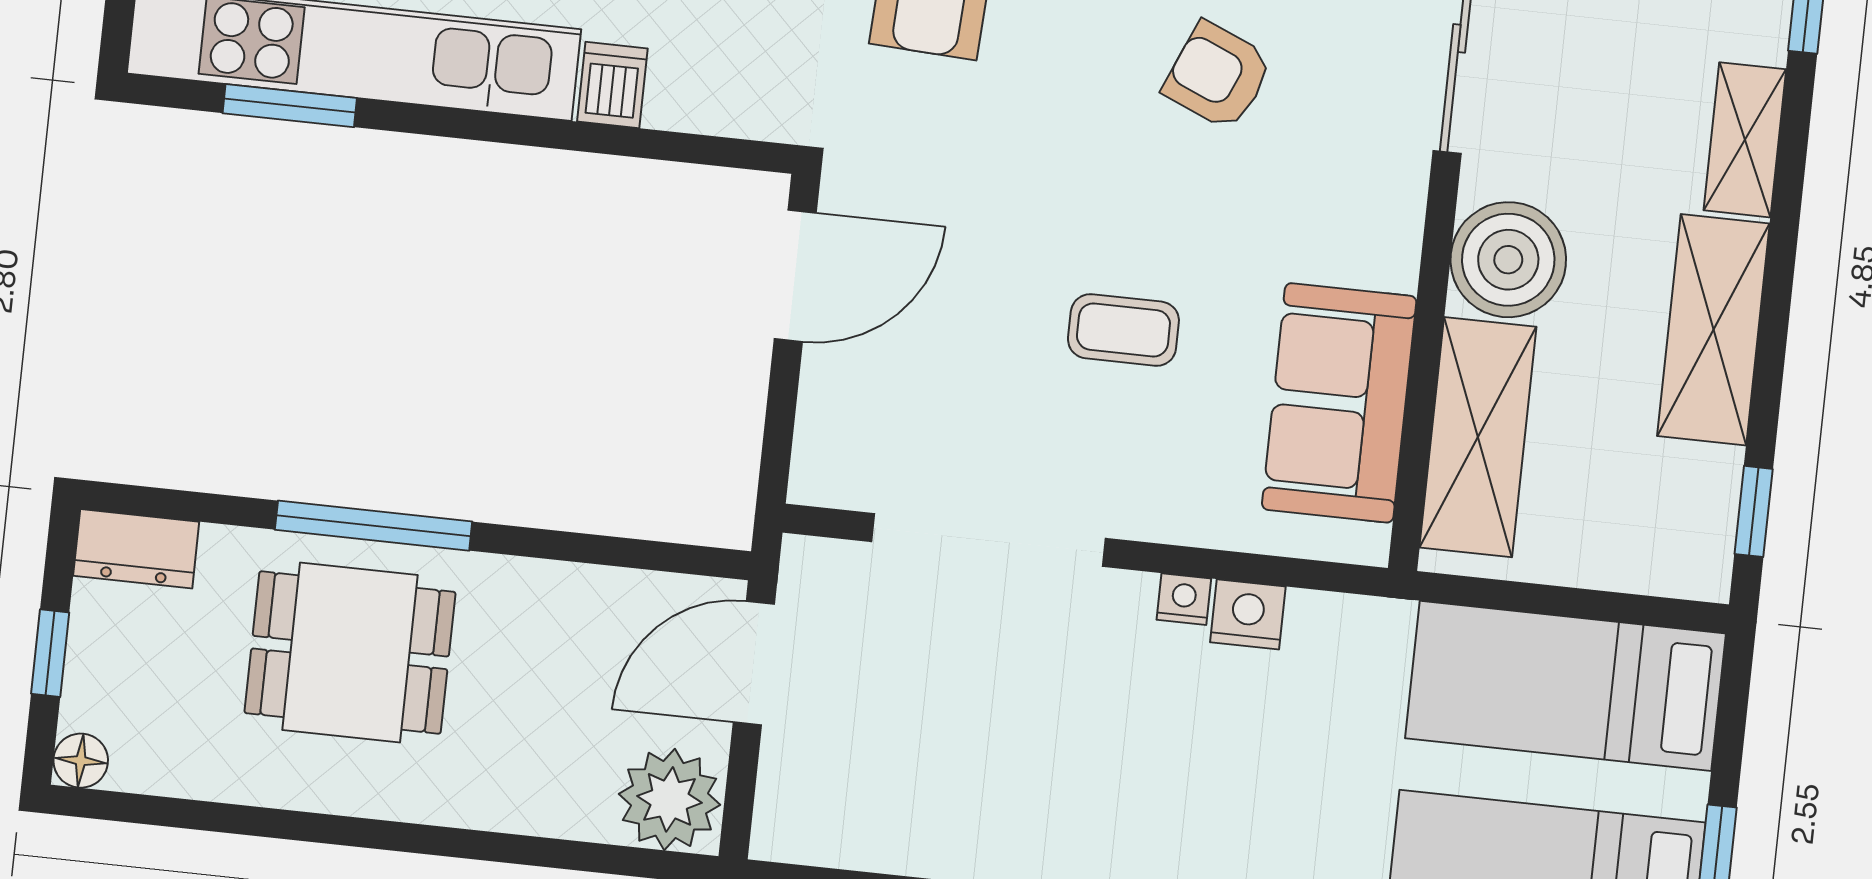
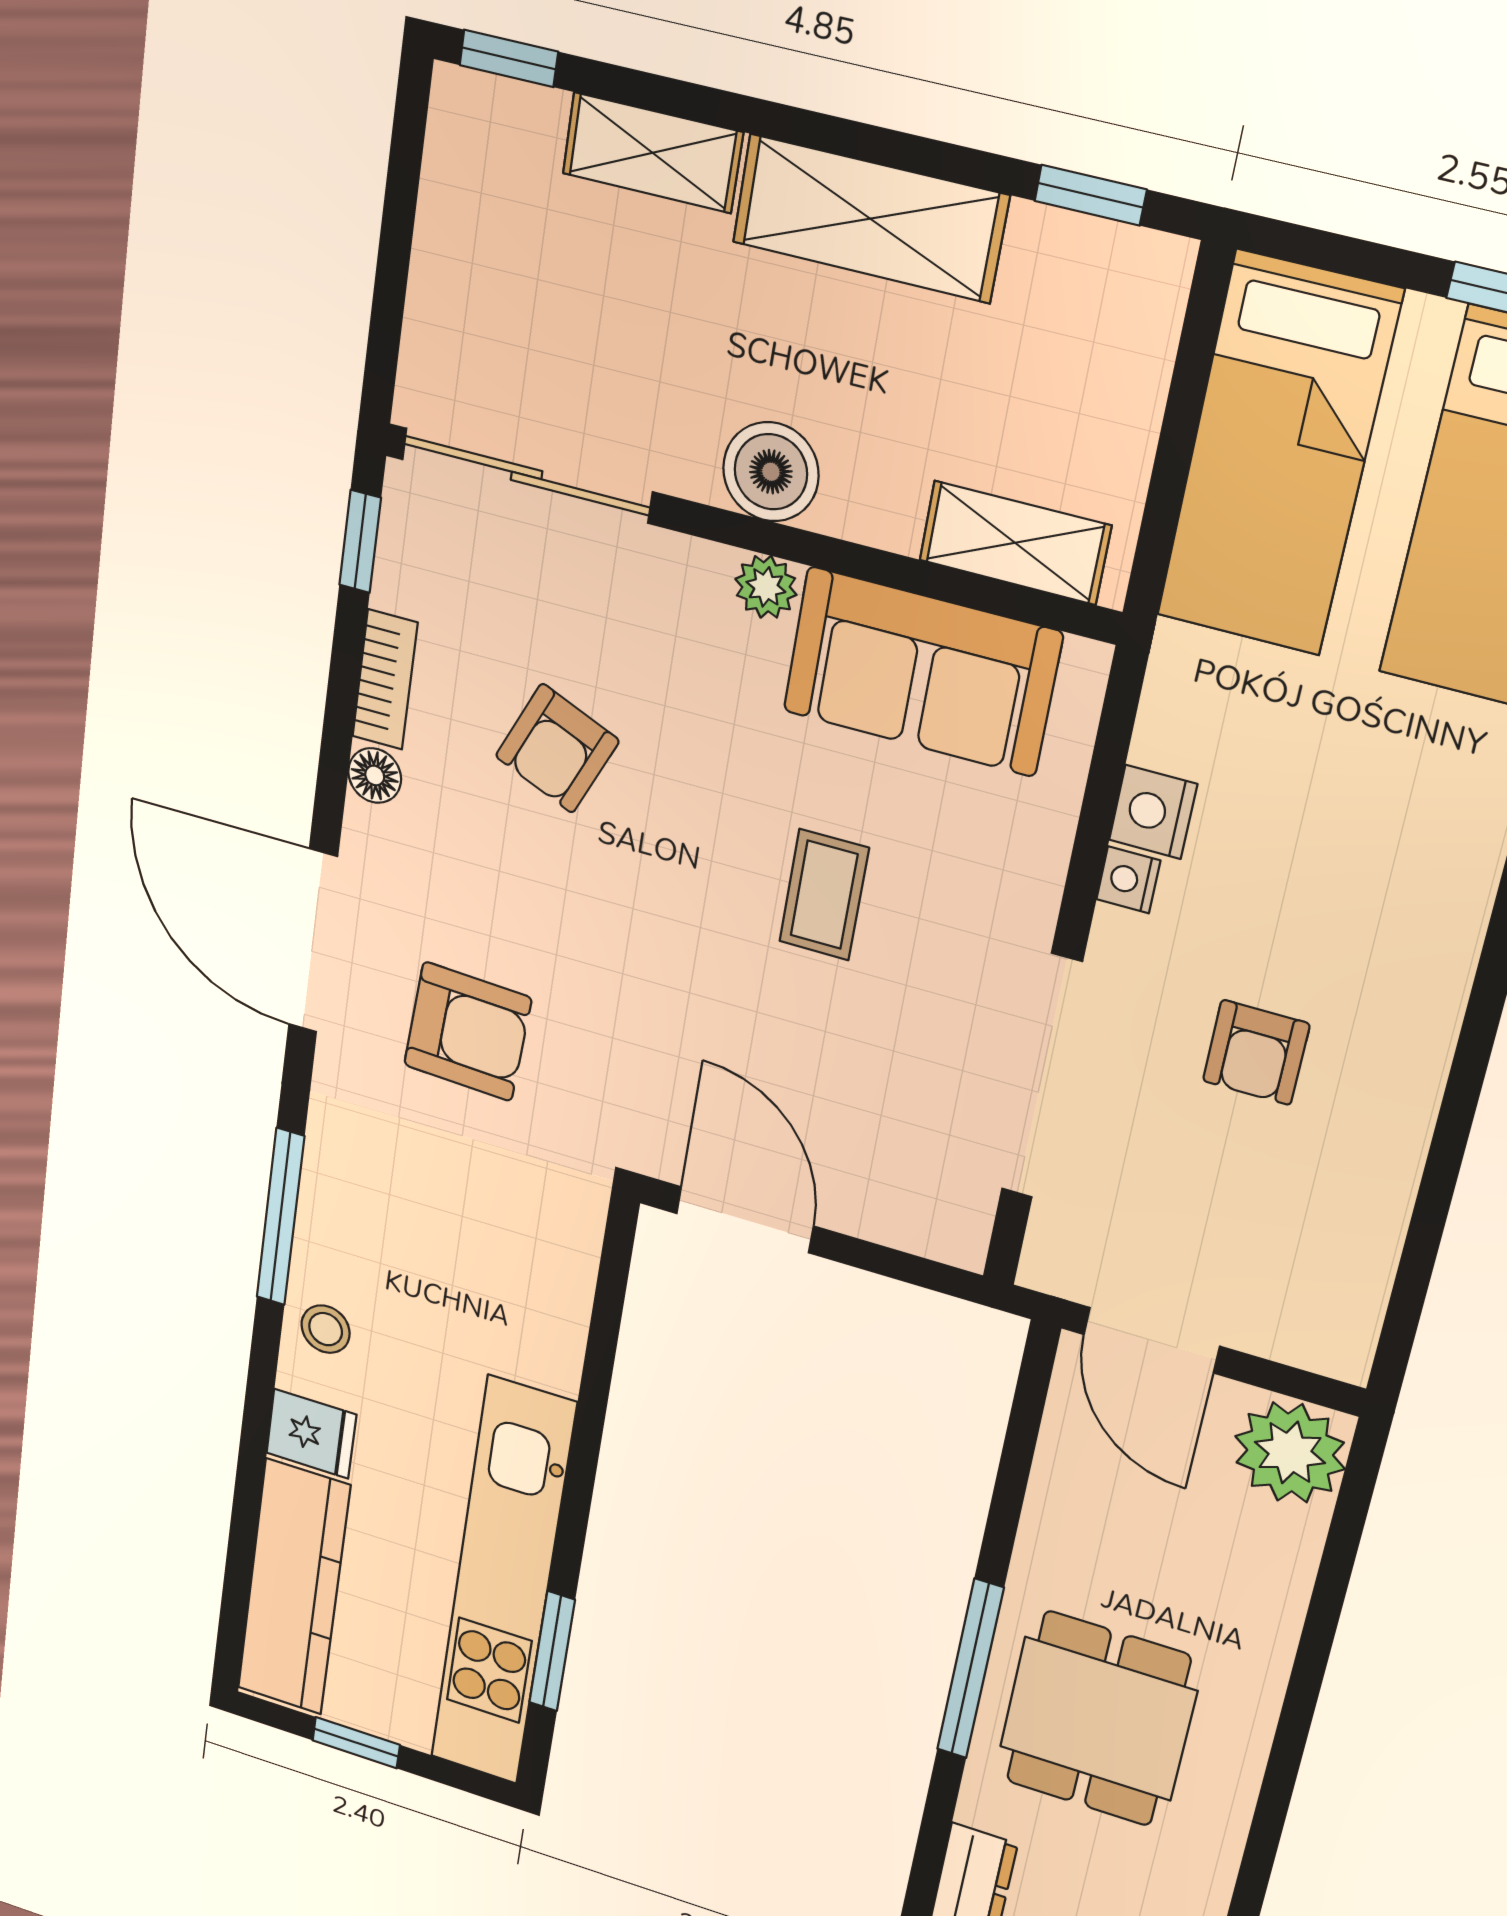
dishwasher: (612, 85) -> (544, 1356), removed
plant: (1393, 260) -> (766, 587), added
boiler: (1508, 260) -> (771, 472), width x0.73, depth x0.73
shelving: (1478, 437) -> (1015, 543), width x0.67, depth x0.75
armchair: (1047, 726) -> (1256, 1052), added

